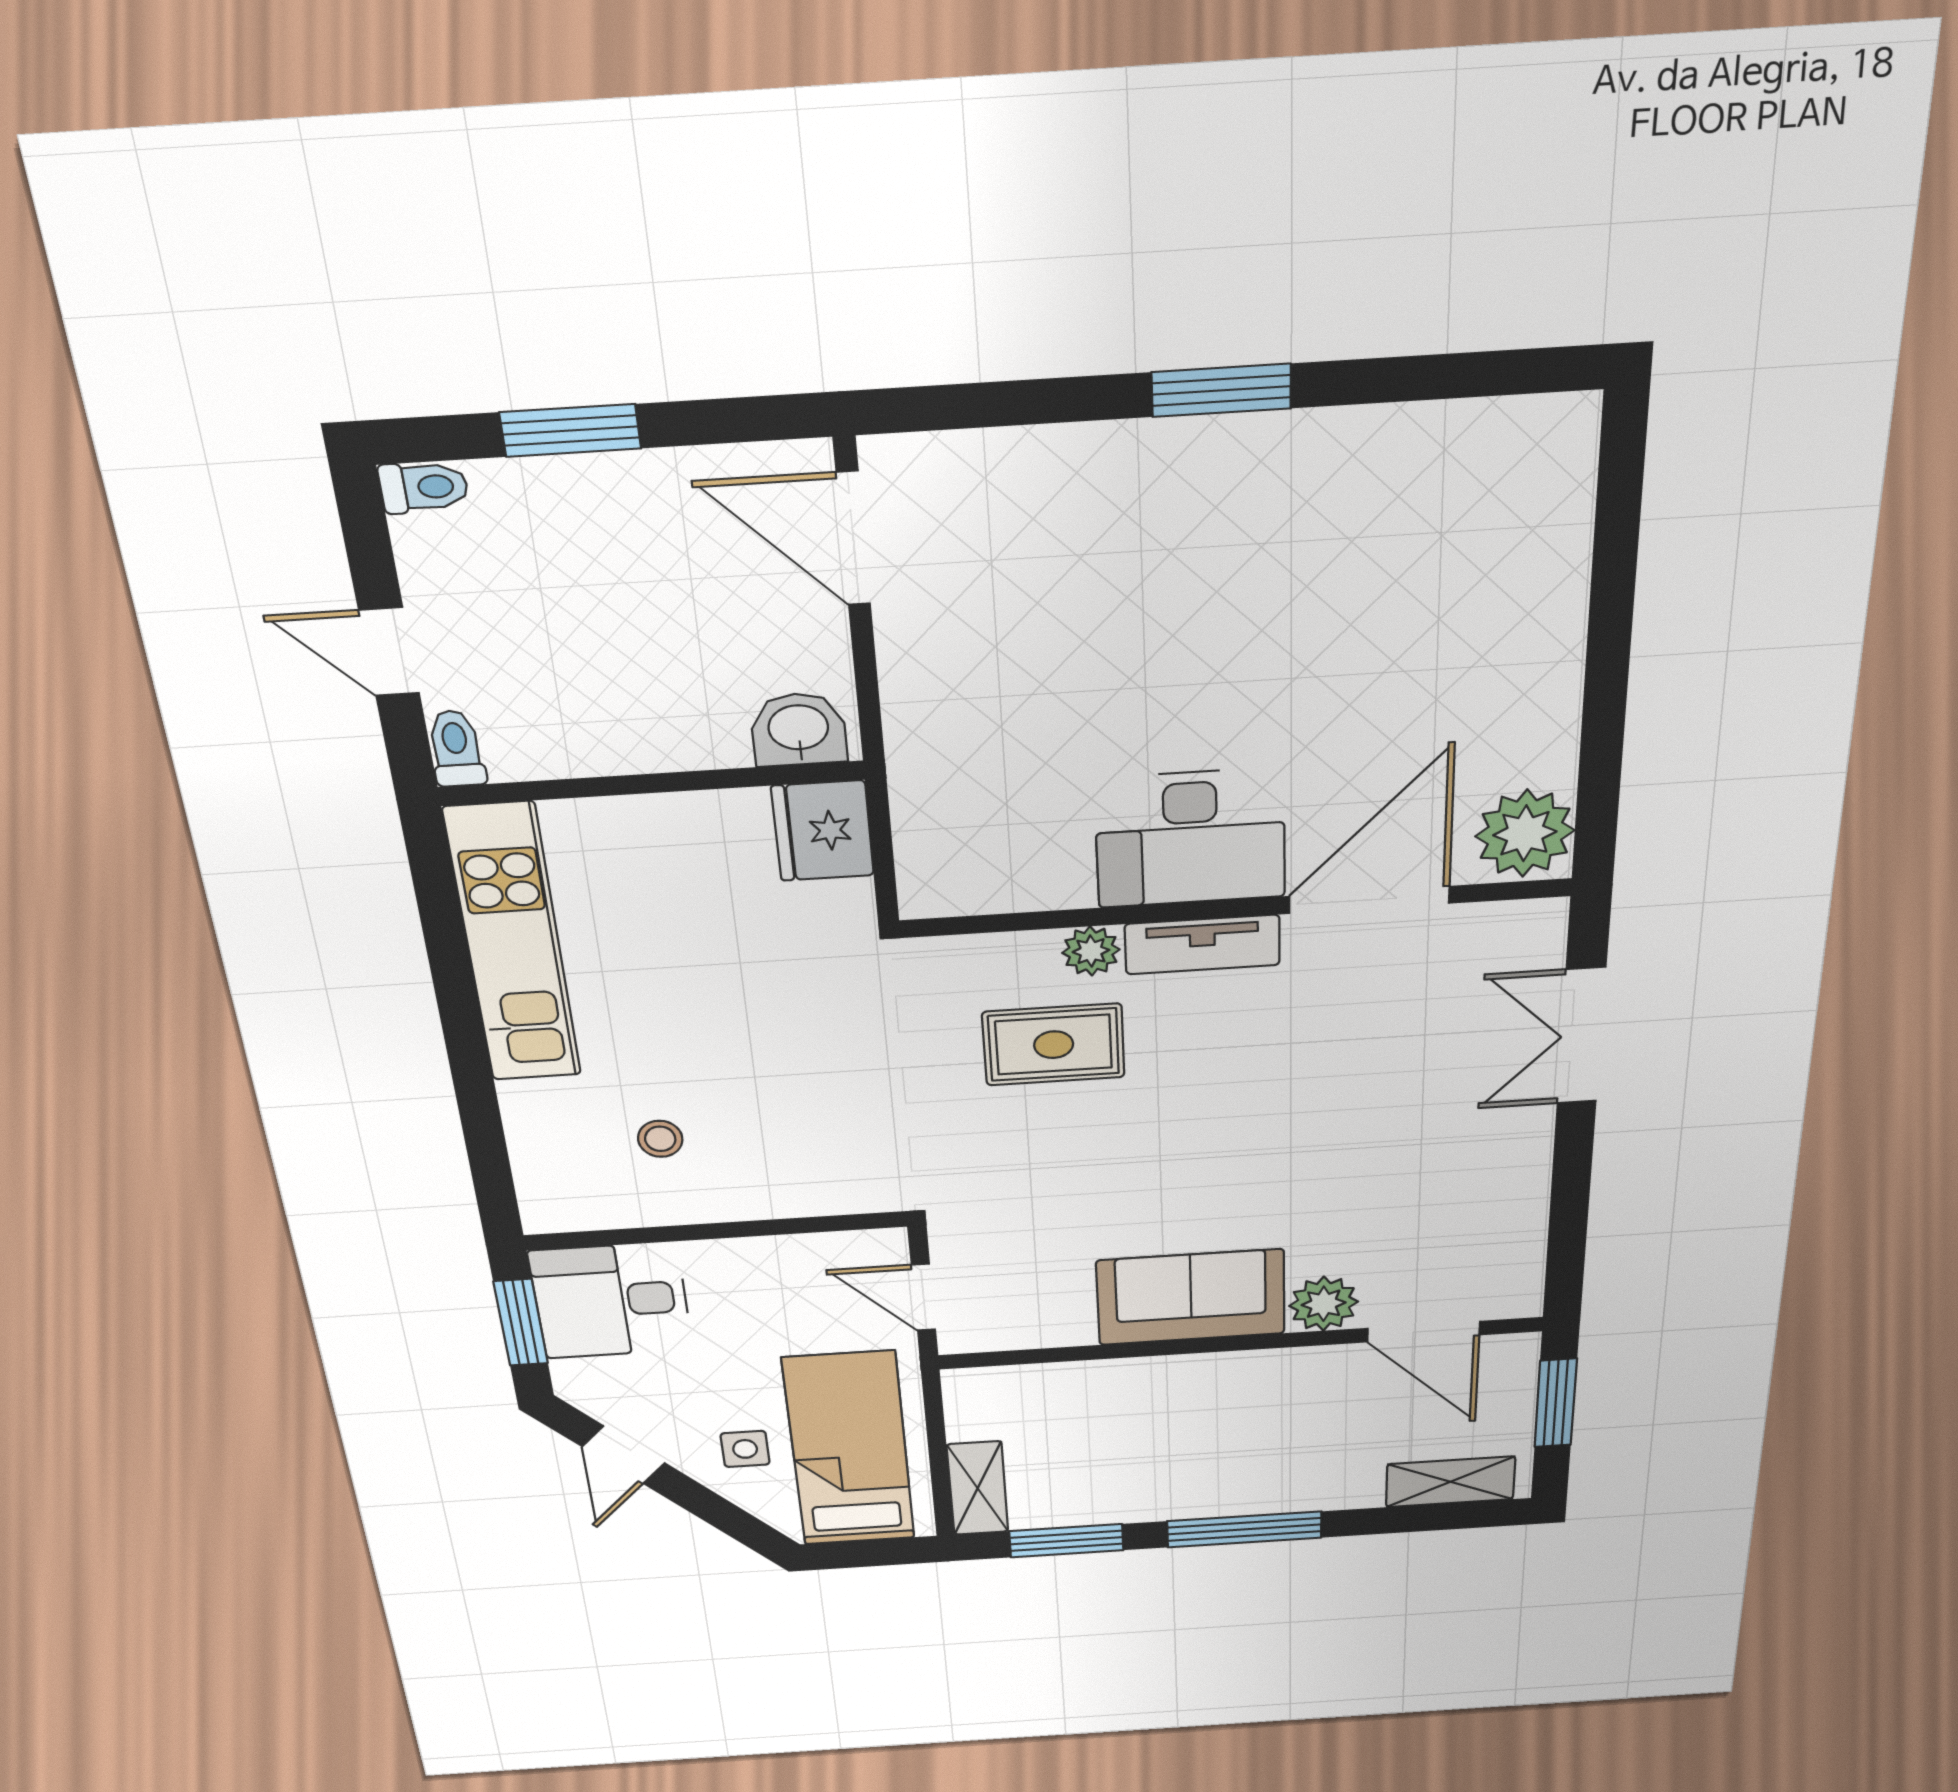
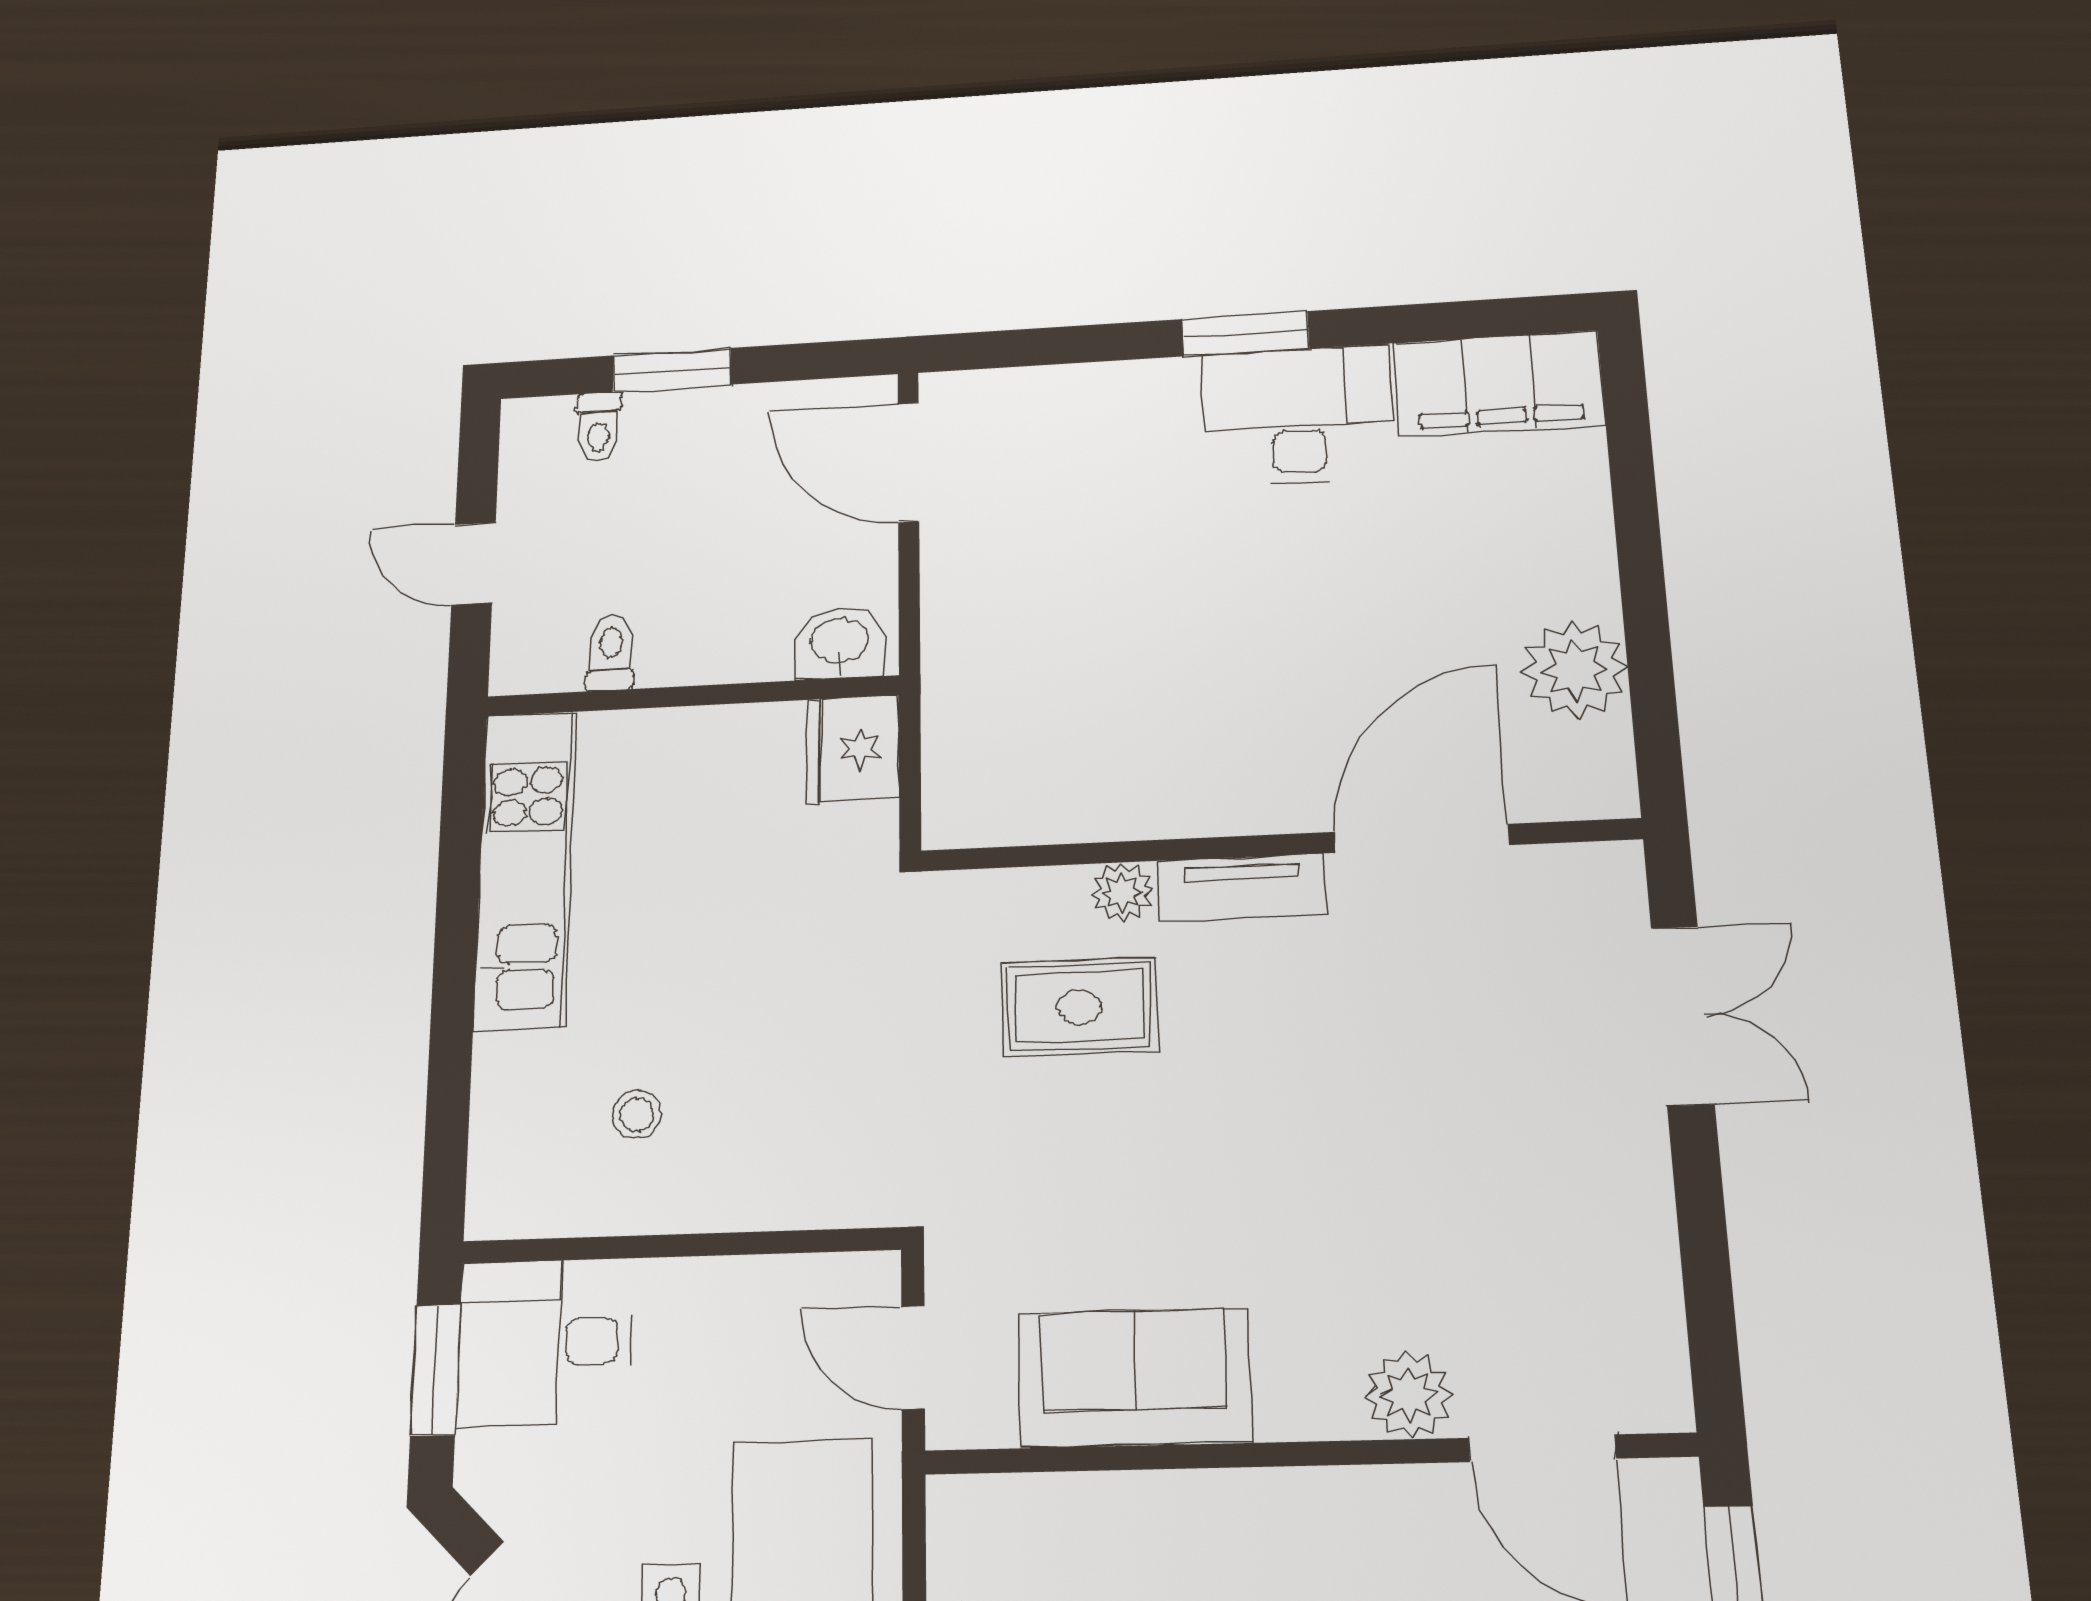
filing cabinet: (1491, 450) -> (1499, 384), added
toilet: (424, 487) -> (599, 427), moved, turned 90
toilet: (456, 749) -> (611, 653), moved
plant: (1525, 833) -> (1574, 669), moved
desk: (1190, 838) -> (1298, 415), moved, turned 180
double door: (1581, 1036) -> (1683, 1016), swing flipped
sofa: (1191, 1297) -> (1134, 1378), moved

